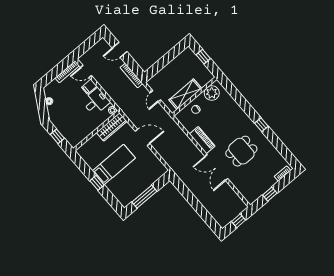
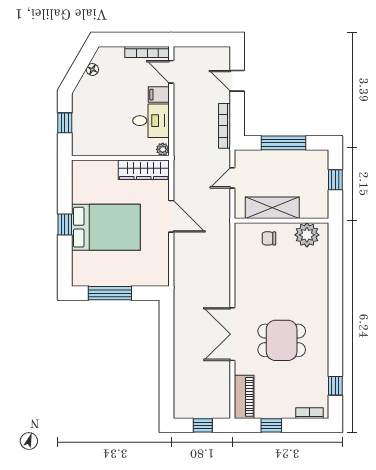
window: (165, 60) -> (283, 143), added
window: (261, 125) -> (335, 386), moved
piano: (202, 140) -> (244, 397), moved
bed: (114, 164) -> (106, 227), width x1.50

